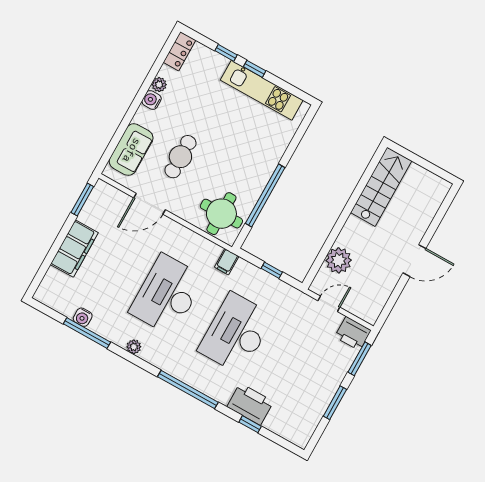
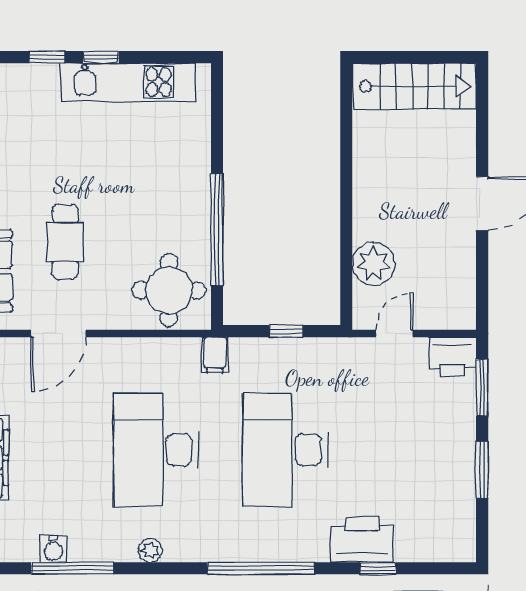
stairs: (381, 187) -> (415, 86), moved, turned 90

